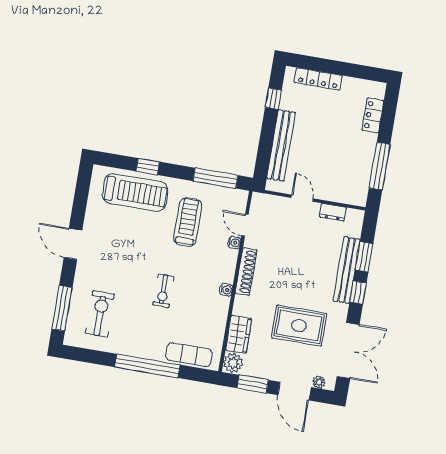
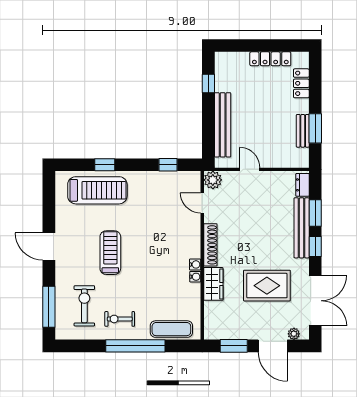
locker: (318, 79) -> (270, 59), moved
bench: (366, 166) -> (303, 131), added
window: (380, 166) -> (315, 128), width x0.69
window: (215, 178) -> (168, 165), width x0.46
dresser: (333, 212) -> (302, 185), moved, turned 90
treadmill: (188, 222) -> (110, 253), moved
water cooler: (234, 243) -> (195, 277), moved
exercise bike: (163, 291) -> (120, 319), moved, turned 90
wardrobe: (239, 334) -> (213, 284), moved
plant: (233, 363) -> (213, 180), moved

